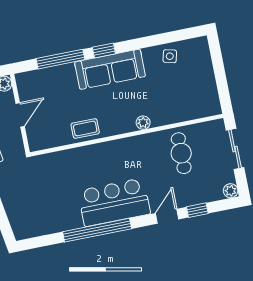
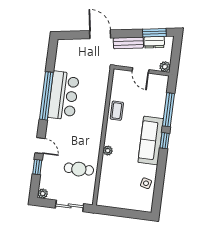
bar counter: (114, 202) -> (63, 96), moved

